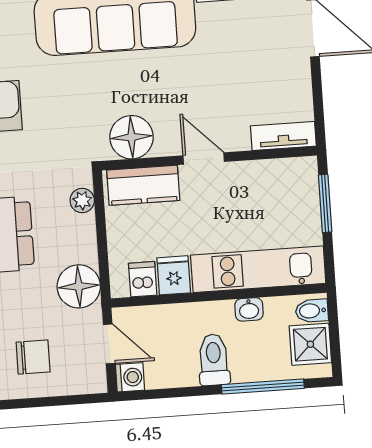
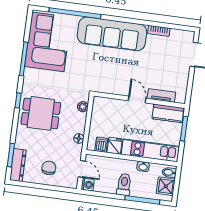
tv unit: (283, 136) -> (161, 95), moved
floor lamp: (132, 137) -> (109, 84), removed
kitchen counter: (143, 185) -> (168, 113), moved
floor lamp: (79, 286) -> (79, 139), width x0.53, depth x0.53
chair: (33, 357) -> (49, 168), turned -90

